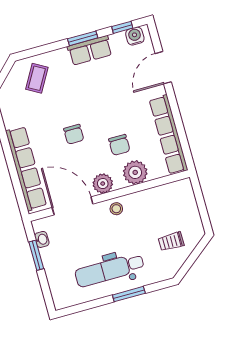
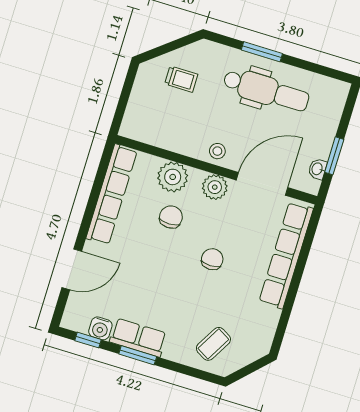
water cooler: (135, 36) -> (100, 328), moved
door: (73, 206) -> (262, 184), swing flipped

